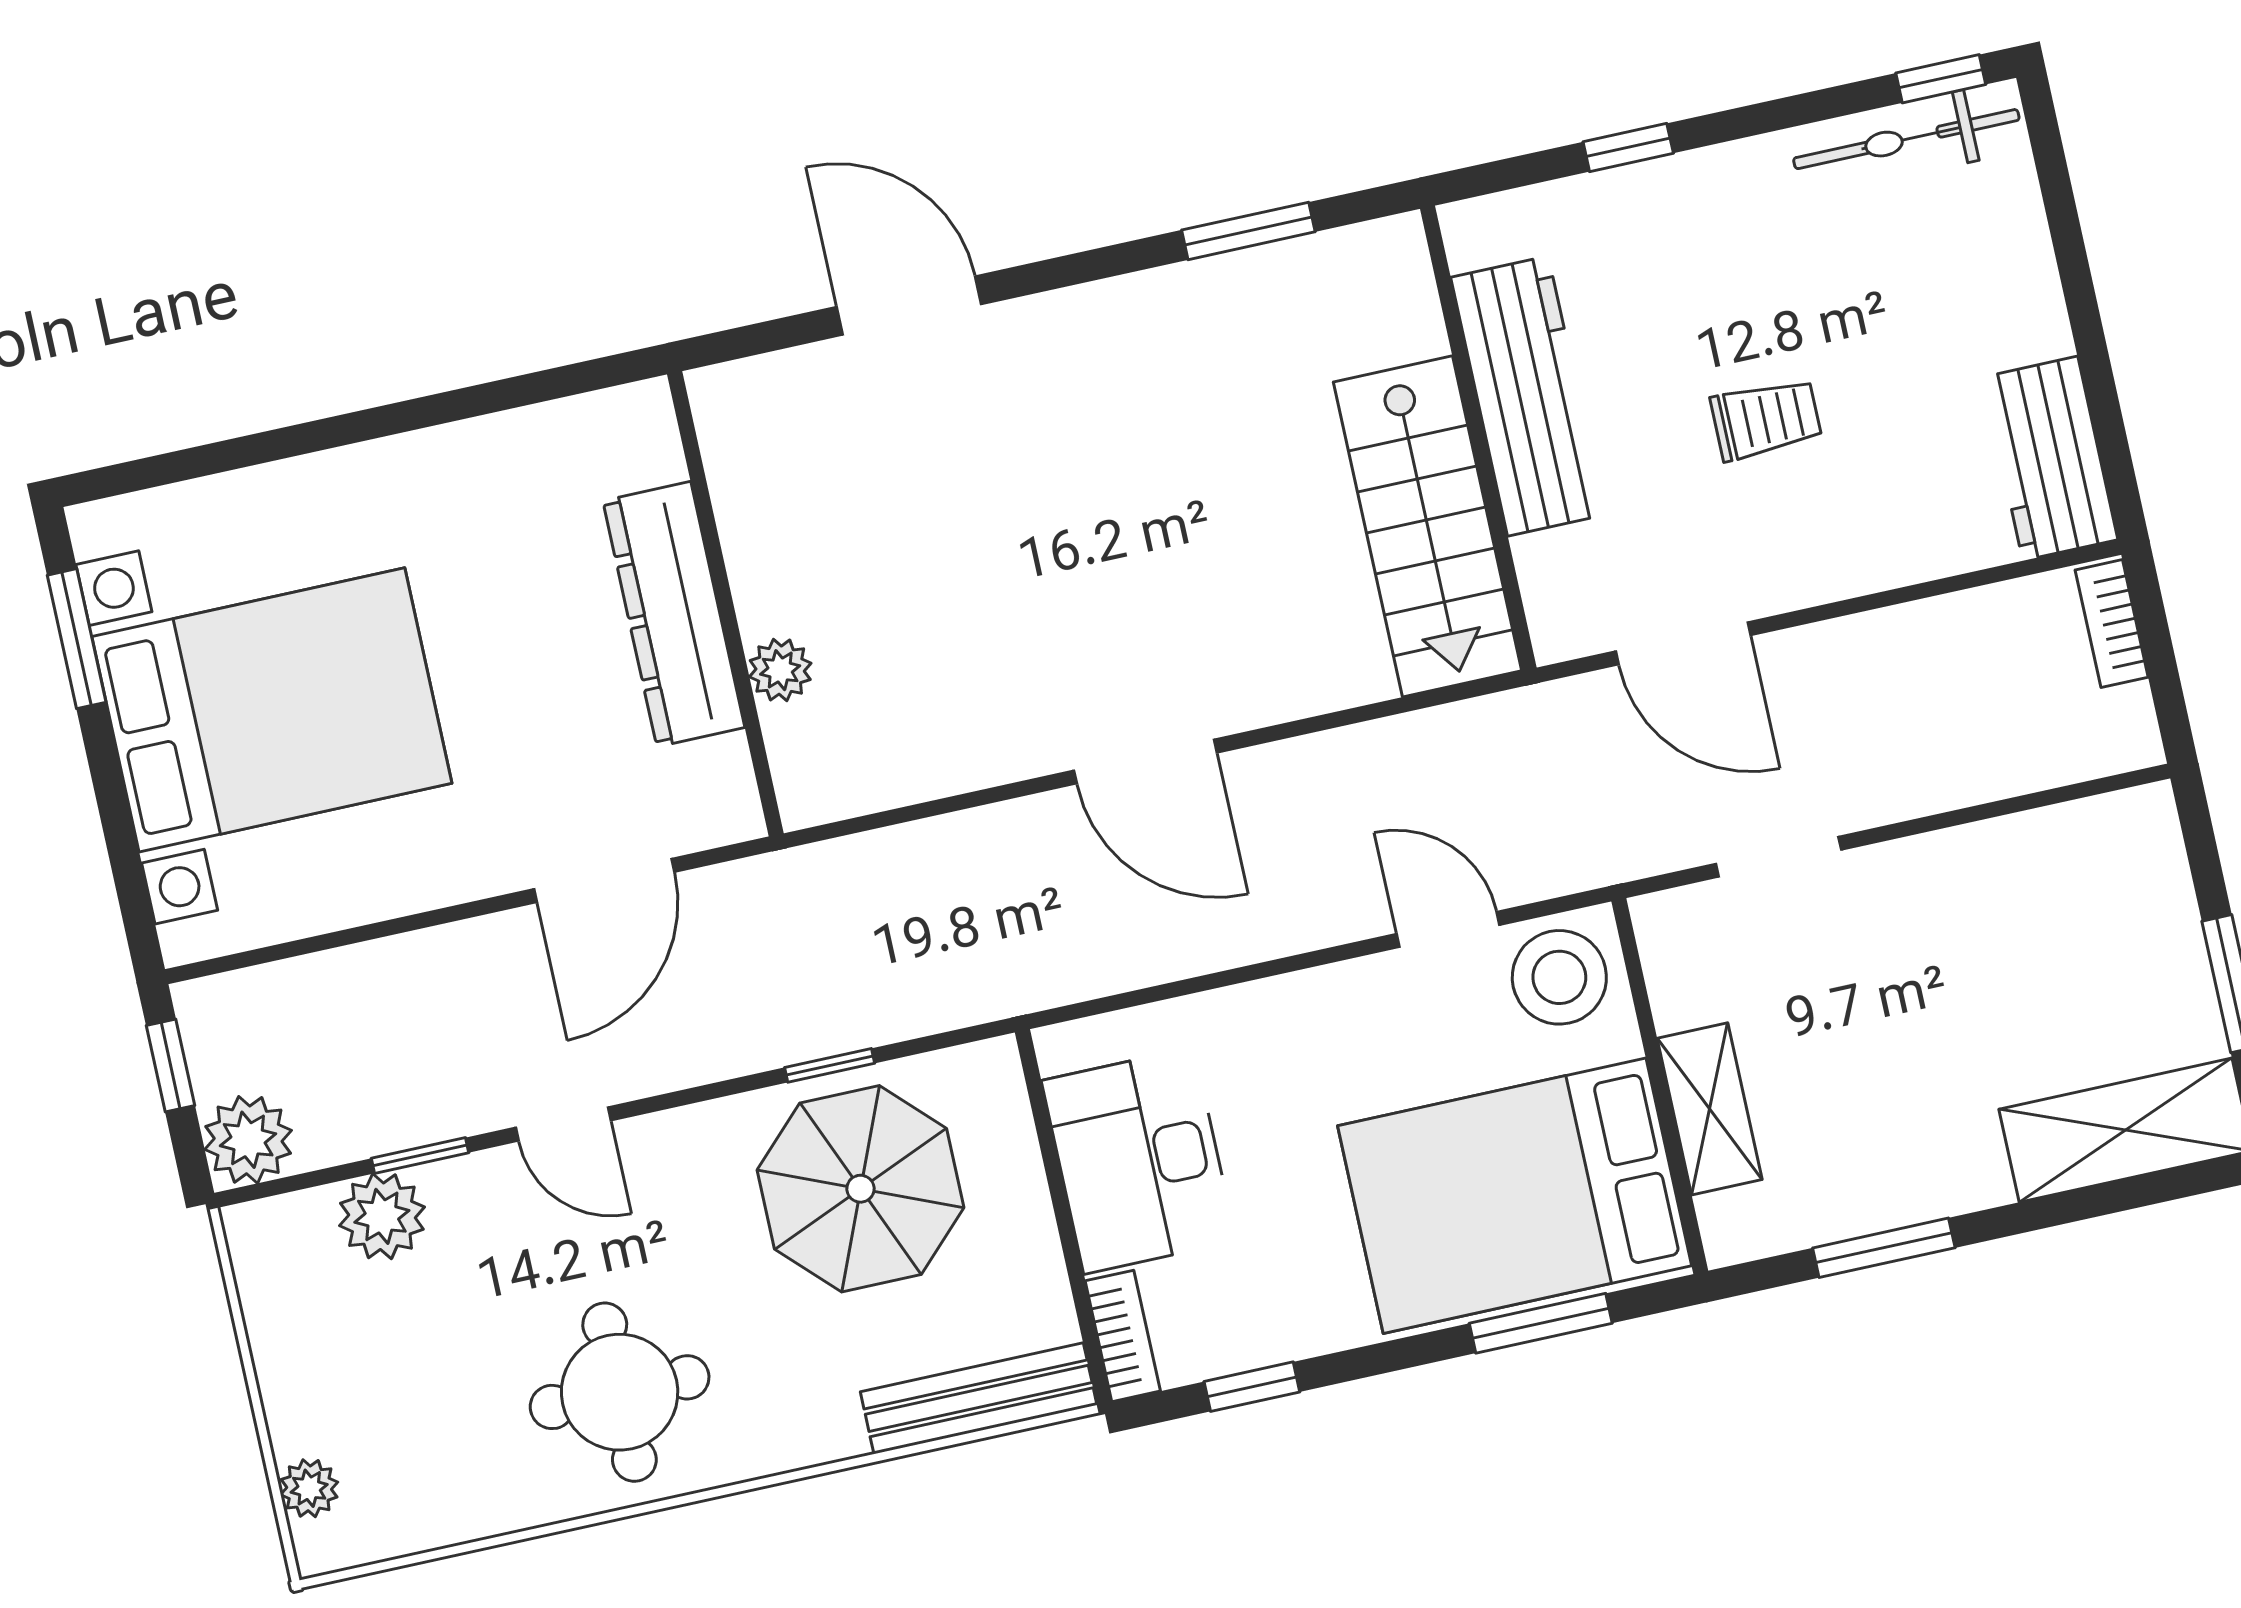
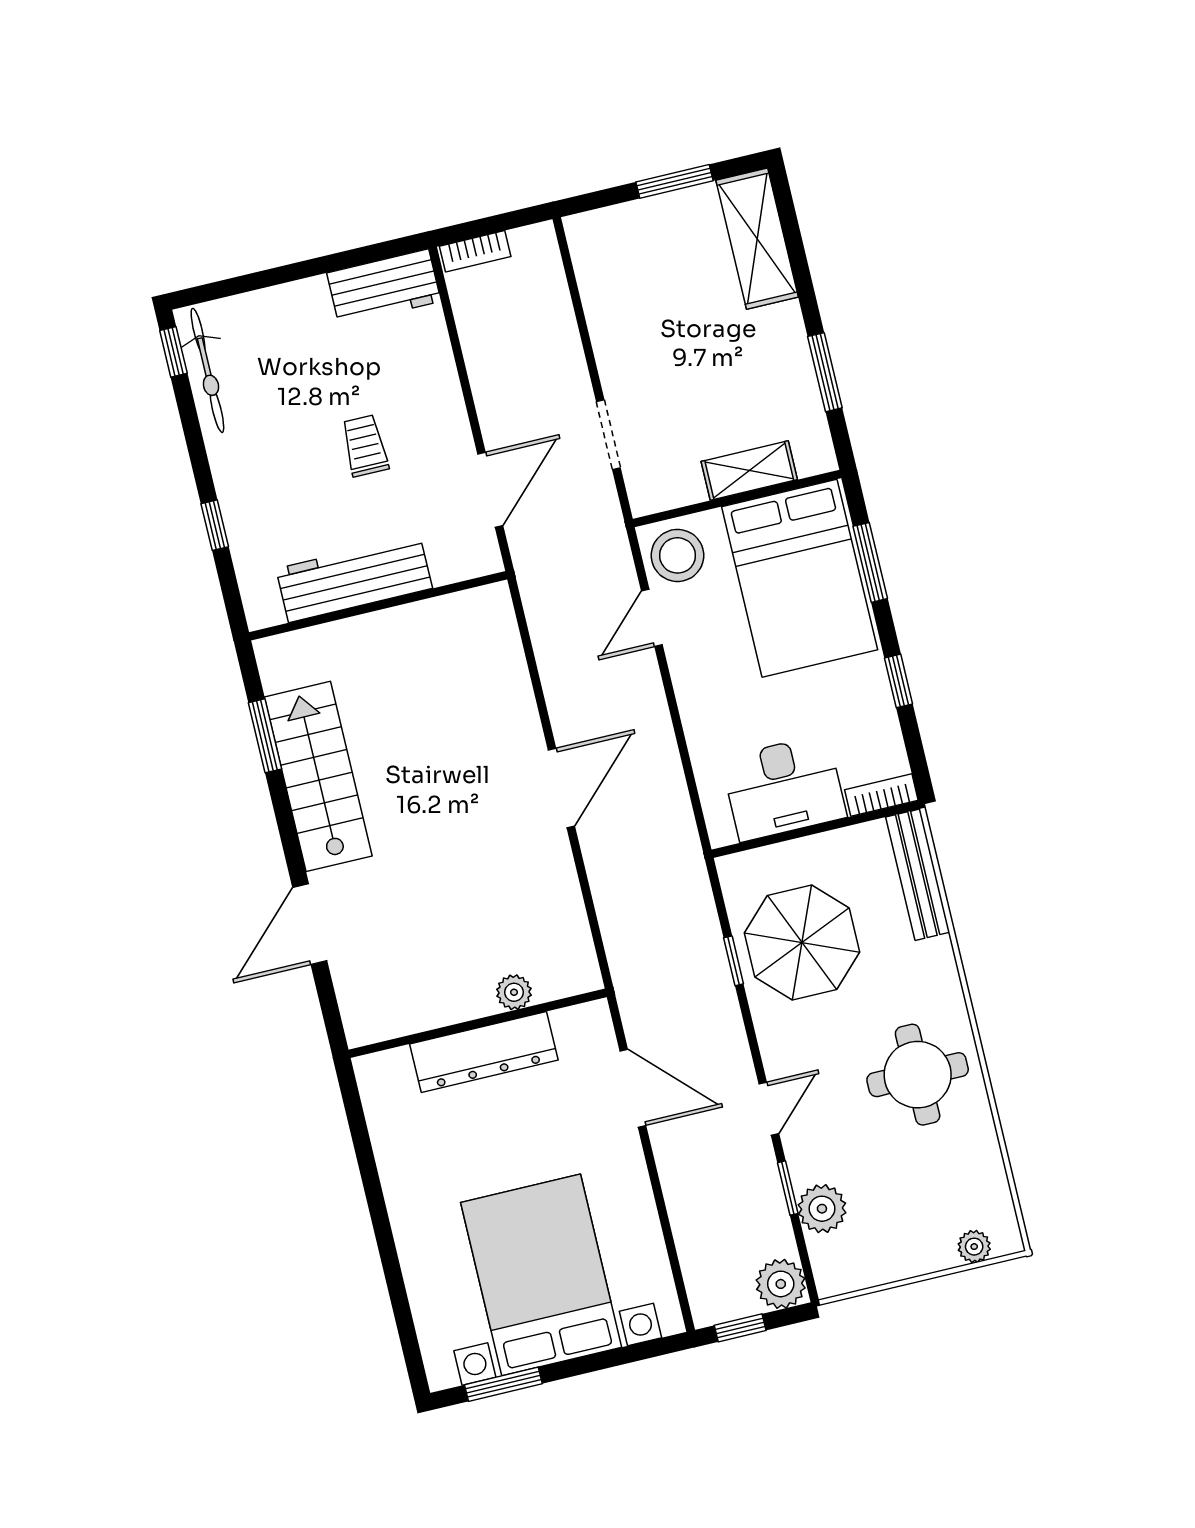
stairs: (1428, 526) -> (318, 776), moved, turned -90
window: (1252, 1387) -> (898, 681), moved

